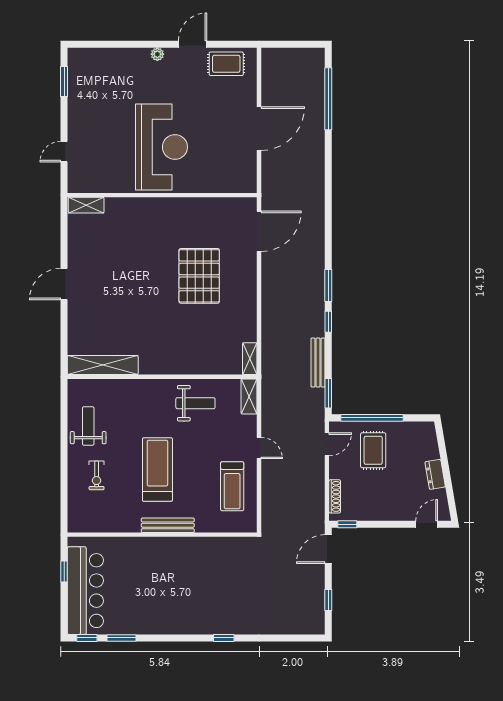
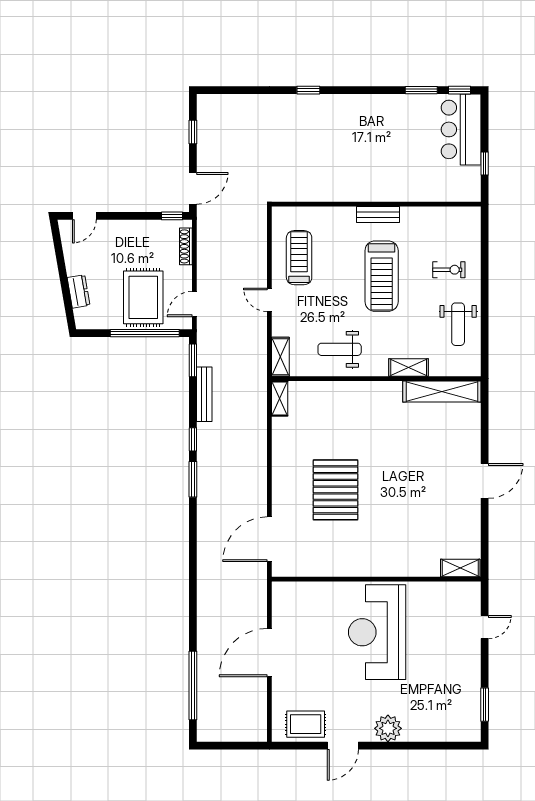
plant: (157, 54) -> (388, 728), width x1.88, depth x1.88
shelving: (133, 387) -> (409, 367), added
rug: (373, 450) -> (143, 297), width x1.36, depth x1.43
dresser: (435, 474) -> (79, 291), moved
exercise bike: (97, 475) -> (449, 270), turned 90
bench: (168, 525) -> (378, 215), width x0.73
bar counter: (85, 591) -> (461, 129), width x0.73

